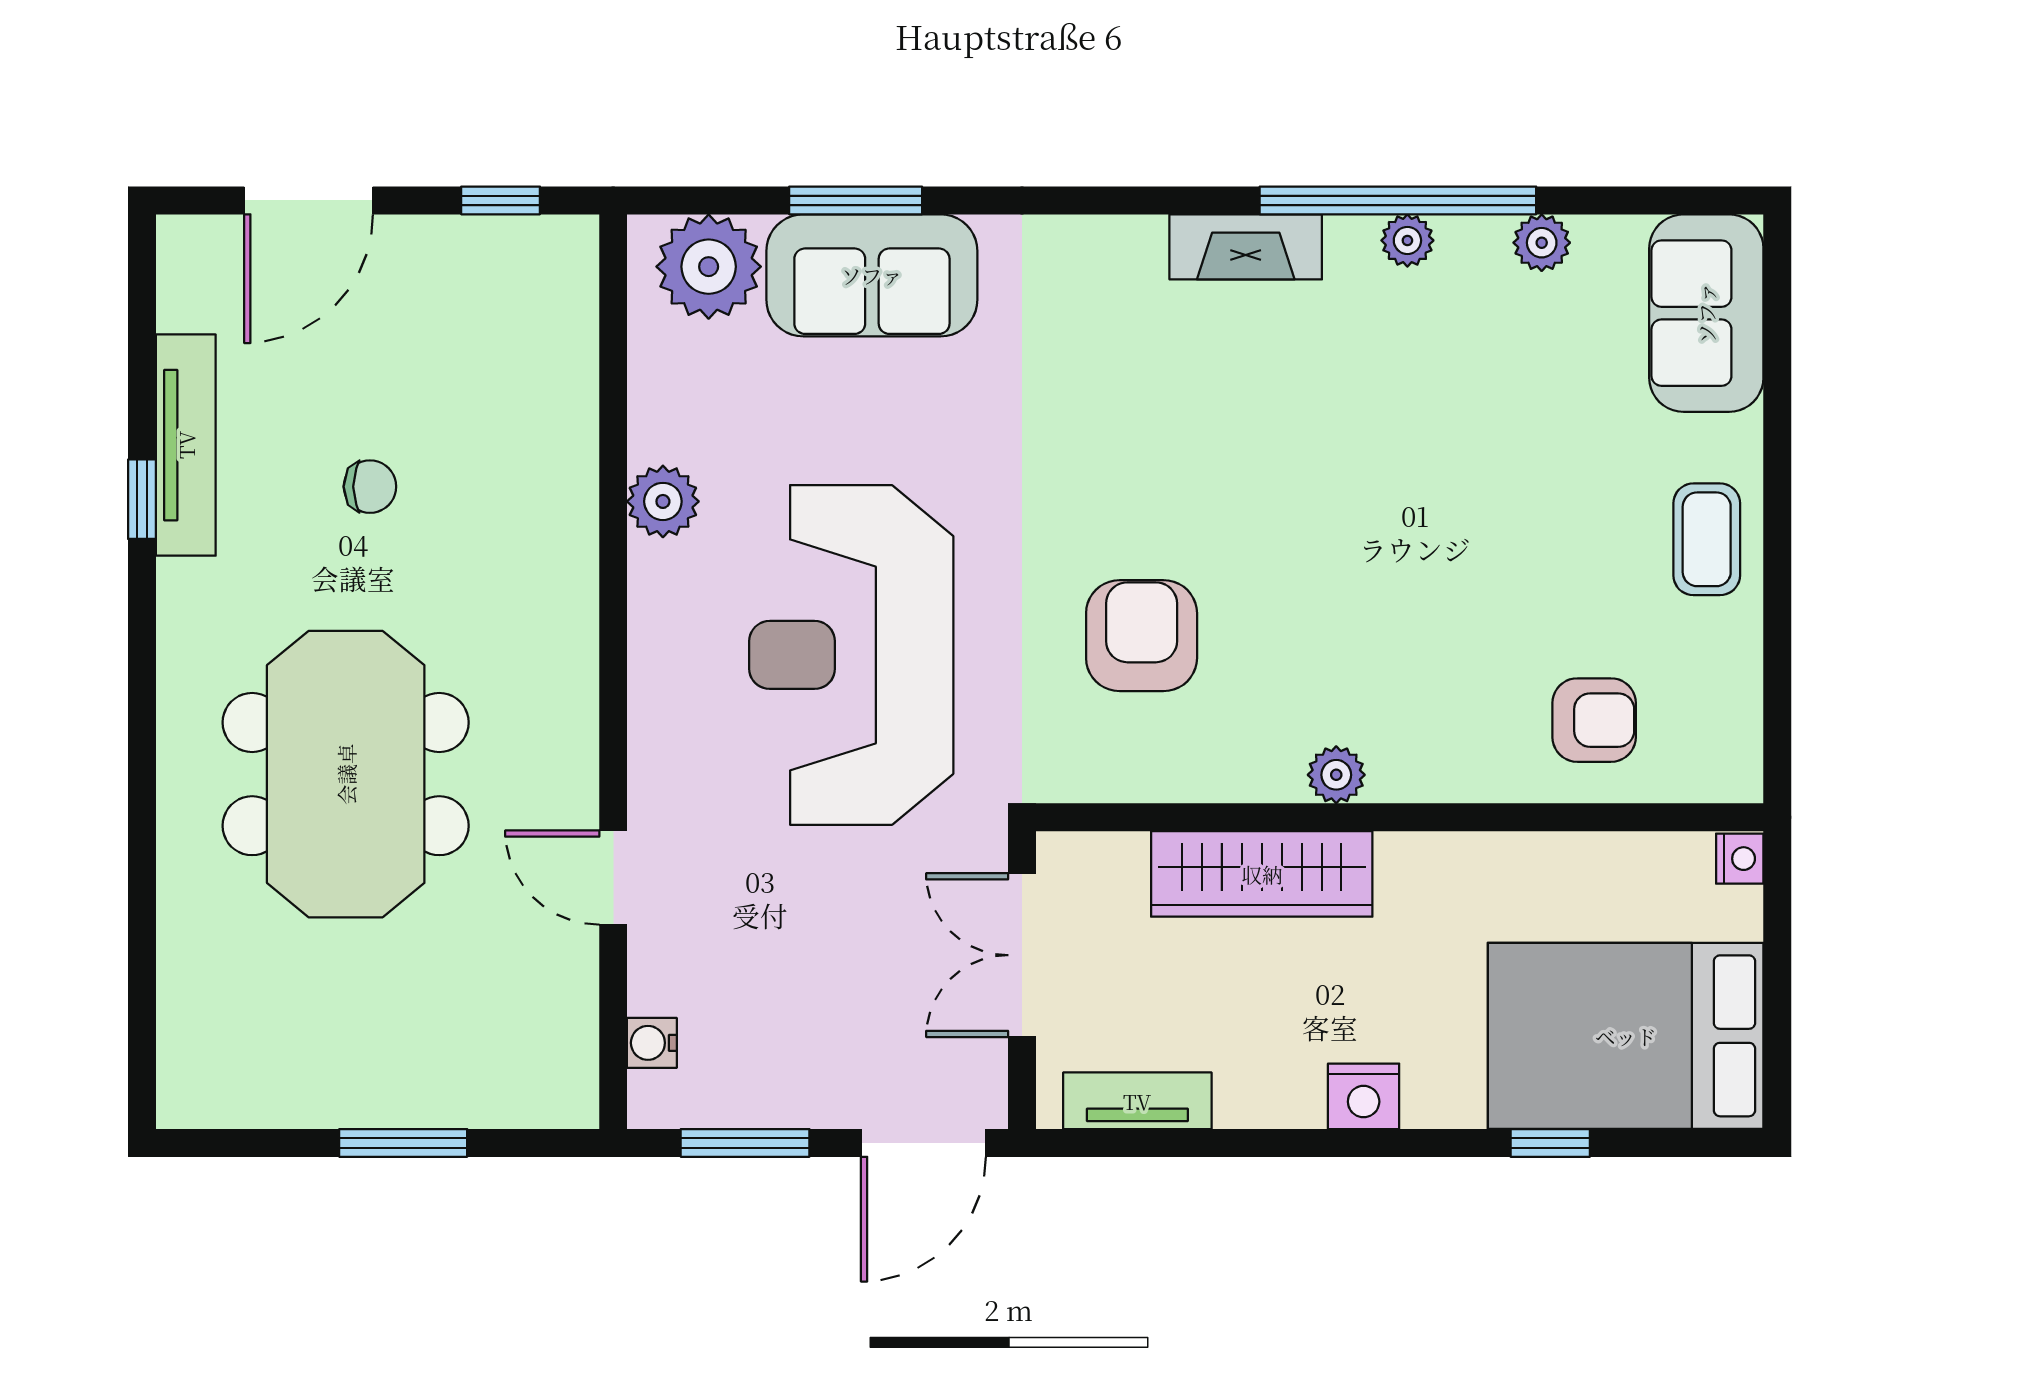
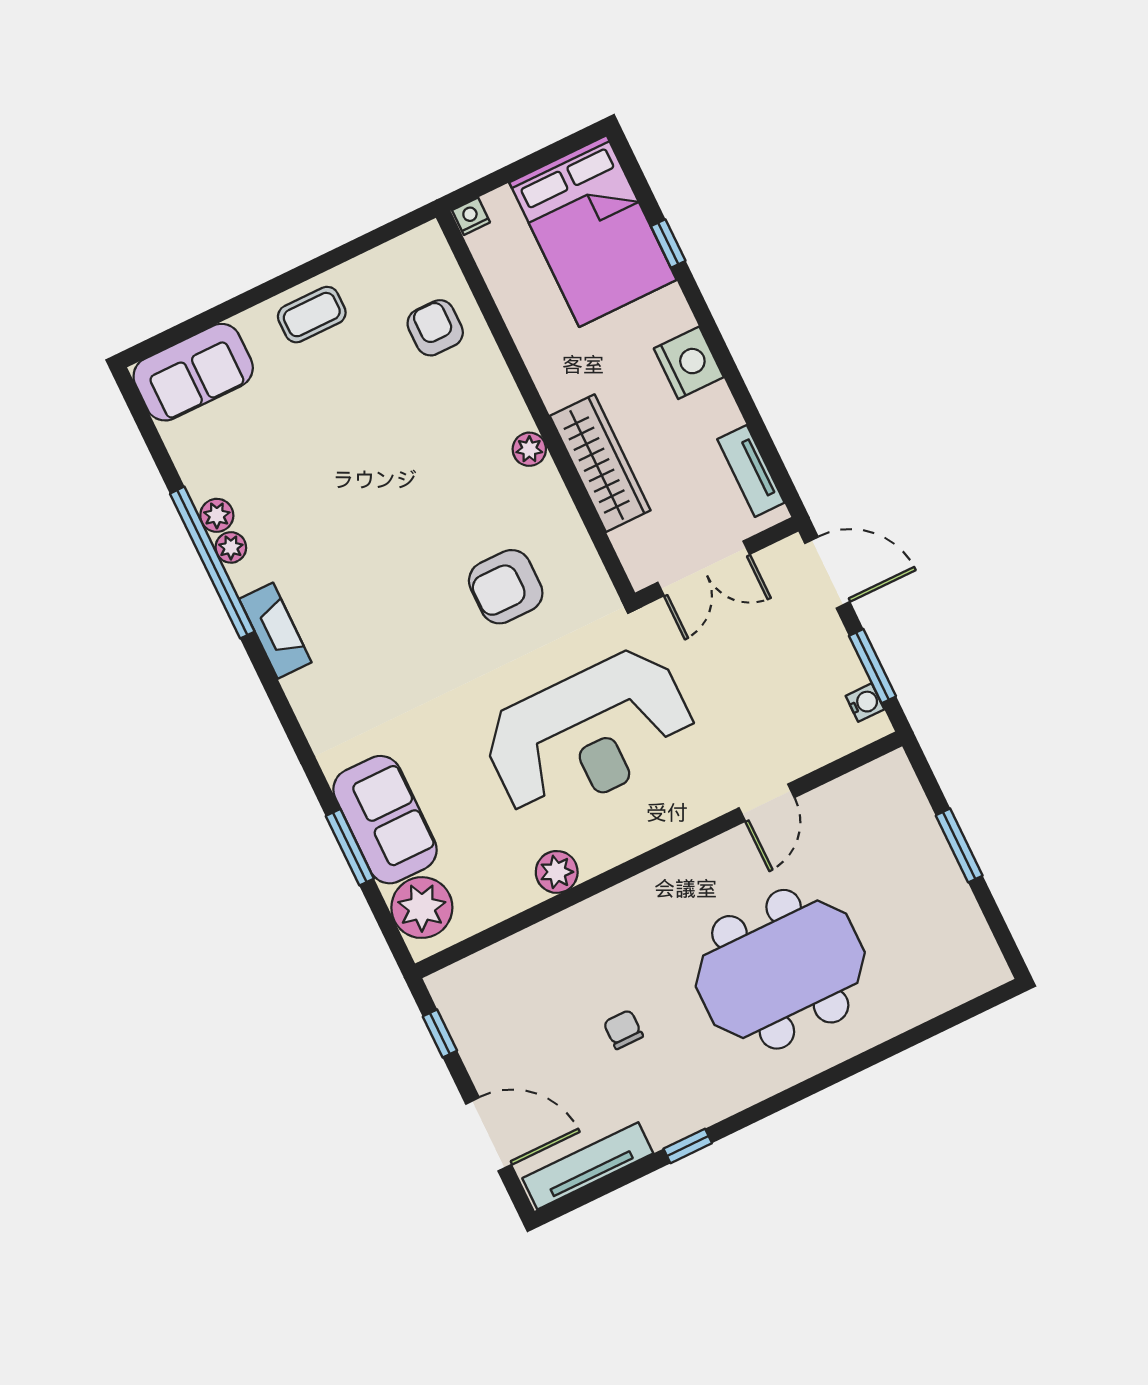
plant: (1542, 243) -> (217, 515), moved
tv unit: (186, 445) -> (588, 1166), moved
water cooler: (652, 1043) -> (865, 703), moved, turned -90
nightstand: (1364, 1096) -> (689, 363), width x1.36, depth x1.33

